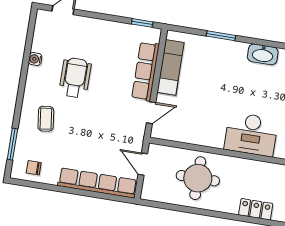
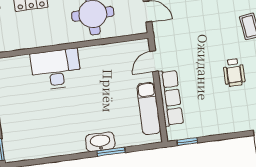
washbasin: (263, 54) -> (100, 142), moved
wheelchair: (75, 78) -> (234, 72), width x0.73, depth x0.73

